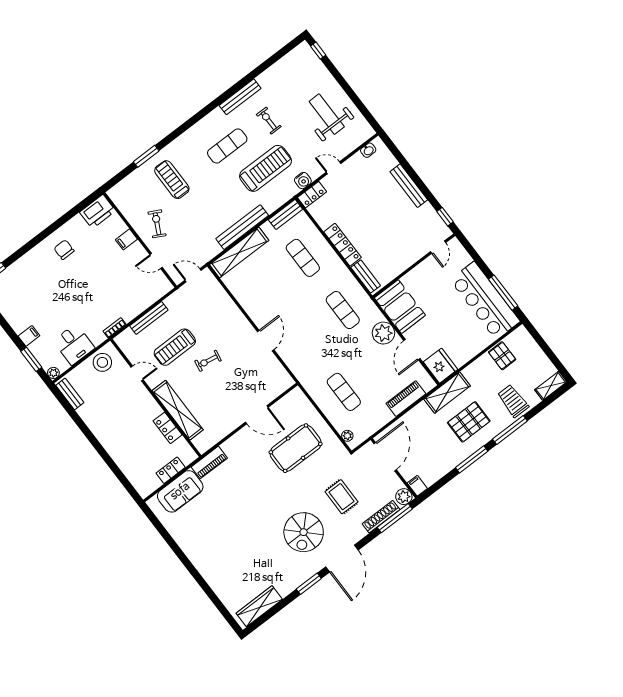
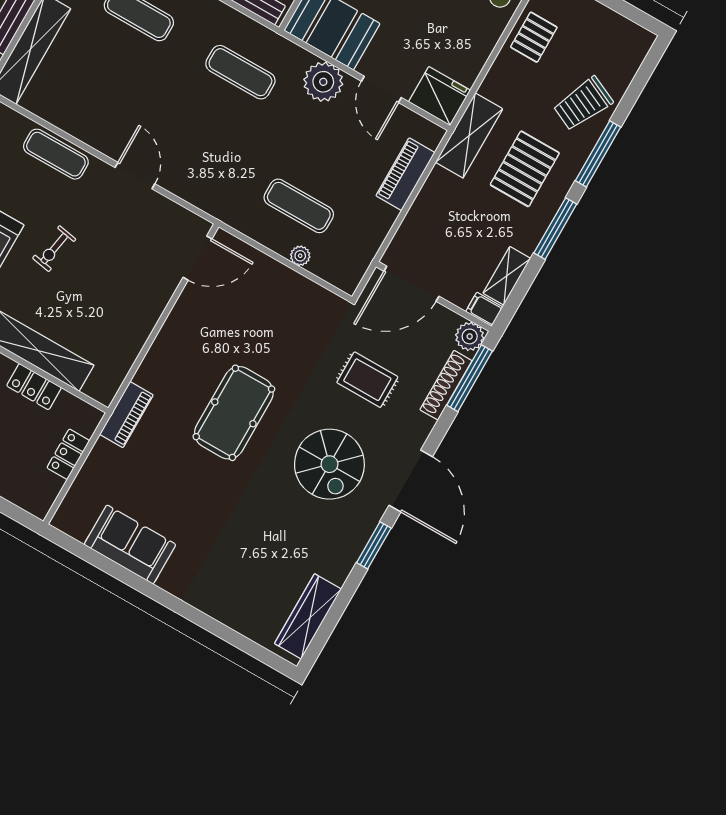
exercise mat: (229, 312) -> (56, 154), added
pallet: (502, 356) -> (534, 37), turned 90
shelving: (551, 386) -> (507, 276), moved
trolley: (513, 401) -> (583, 104), turned -65
door: (257, 415) -> (197, 258), moved
plant: (347, 436) -> (300, 256), moved
pool table: (296, 448) -> (234, 413), moved
door: (385, 457) -> (411, 284), swing flipped
sofa: (180, 491) -> (130, 544), moved, turned -90

